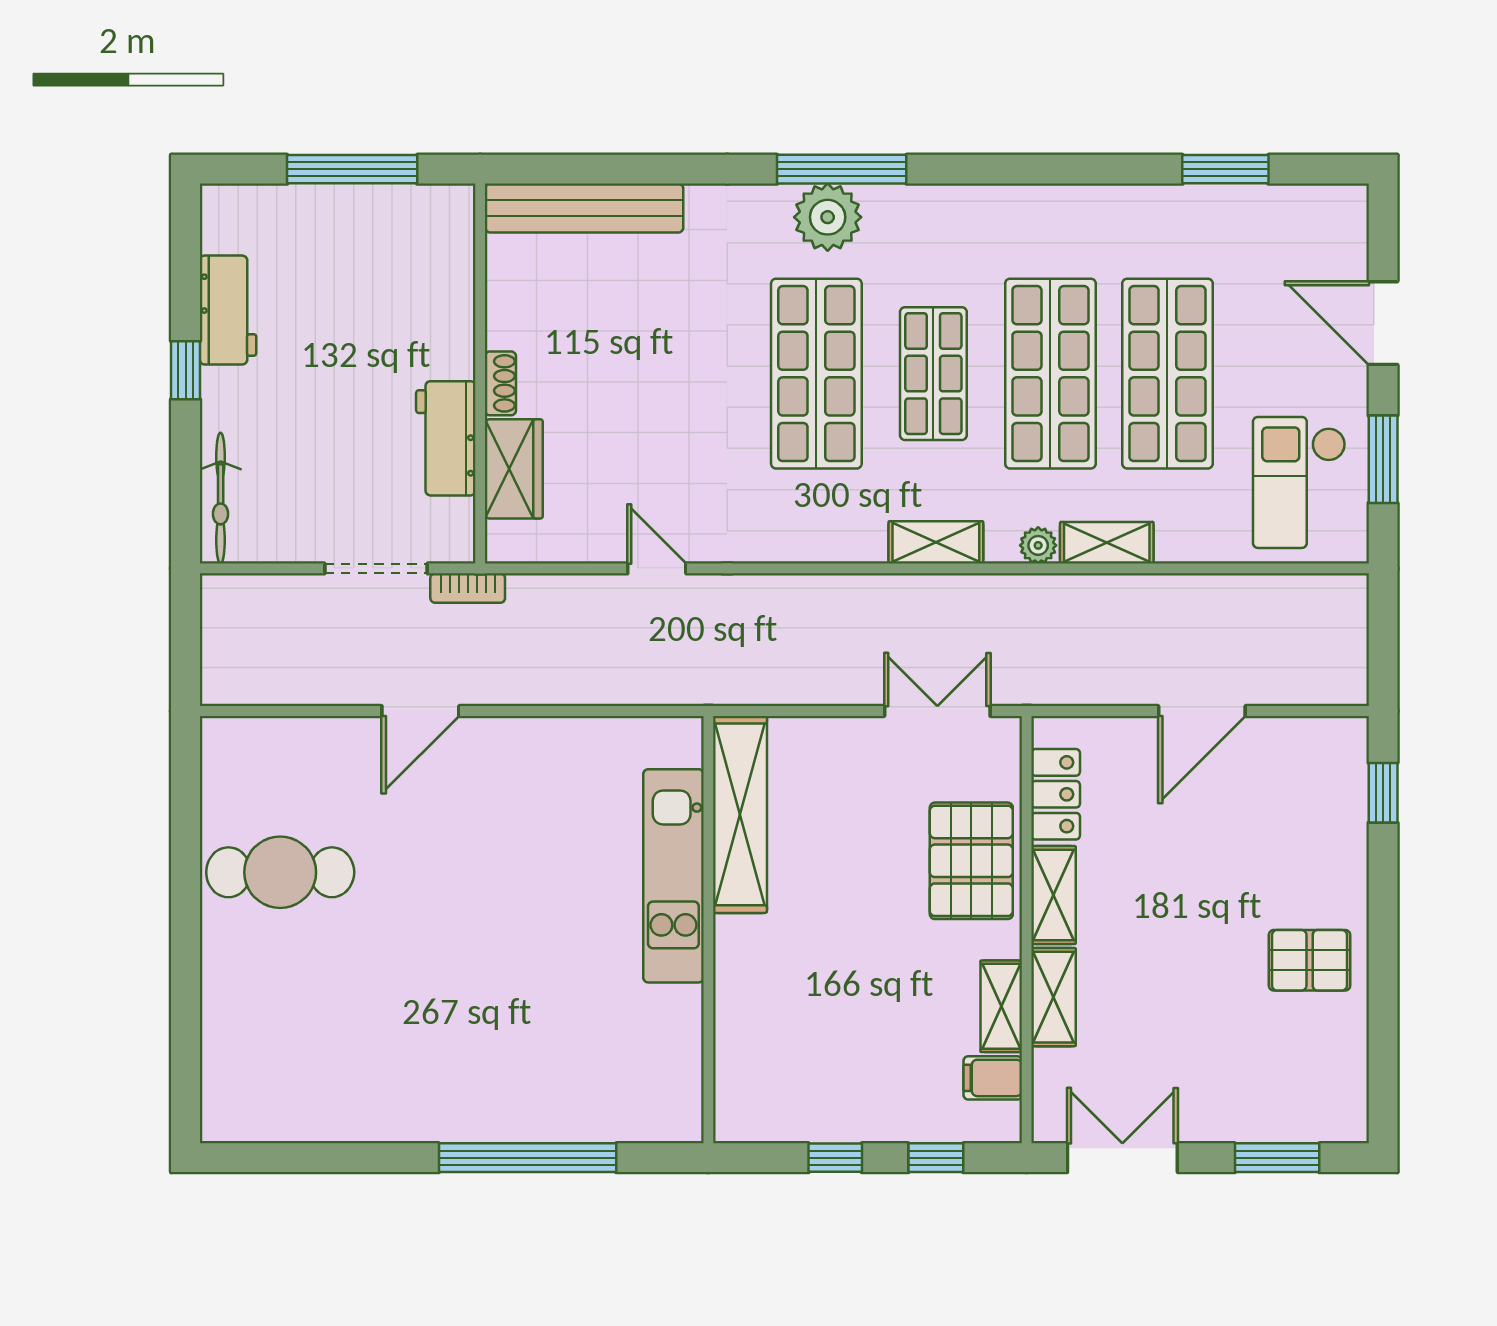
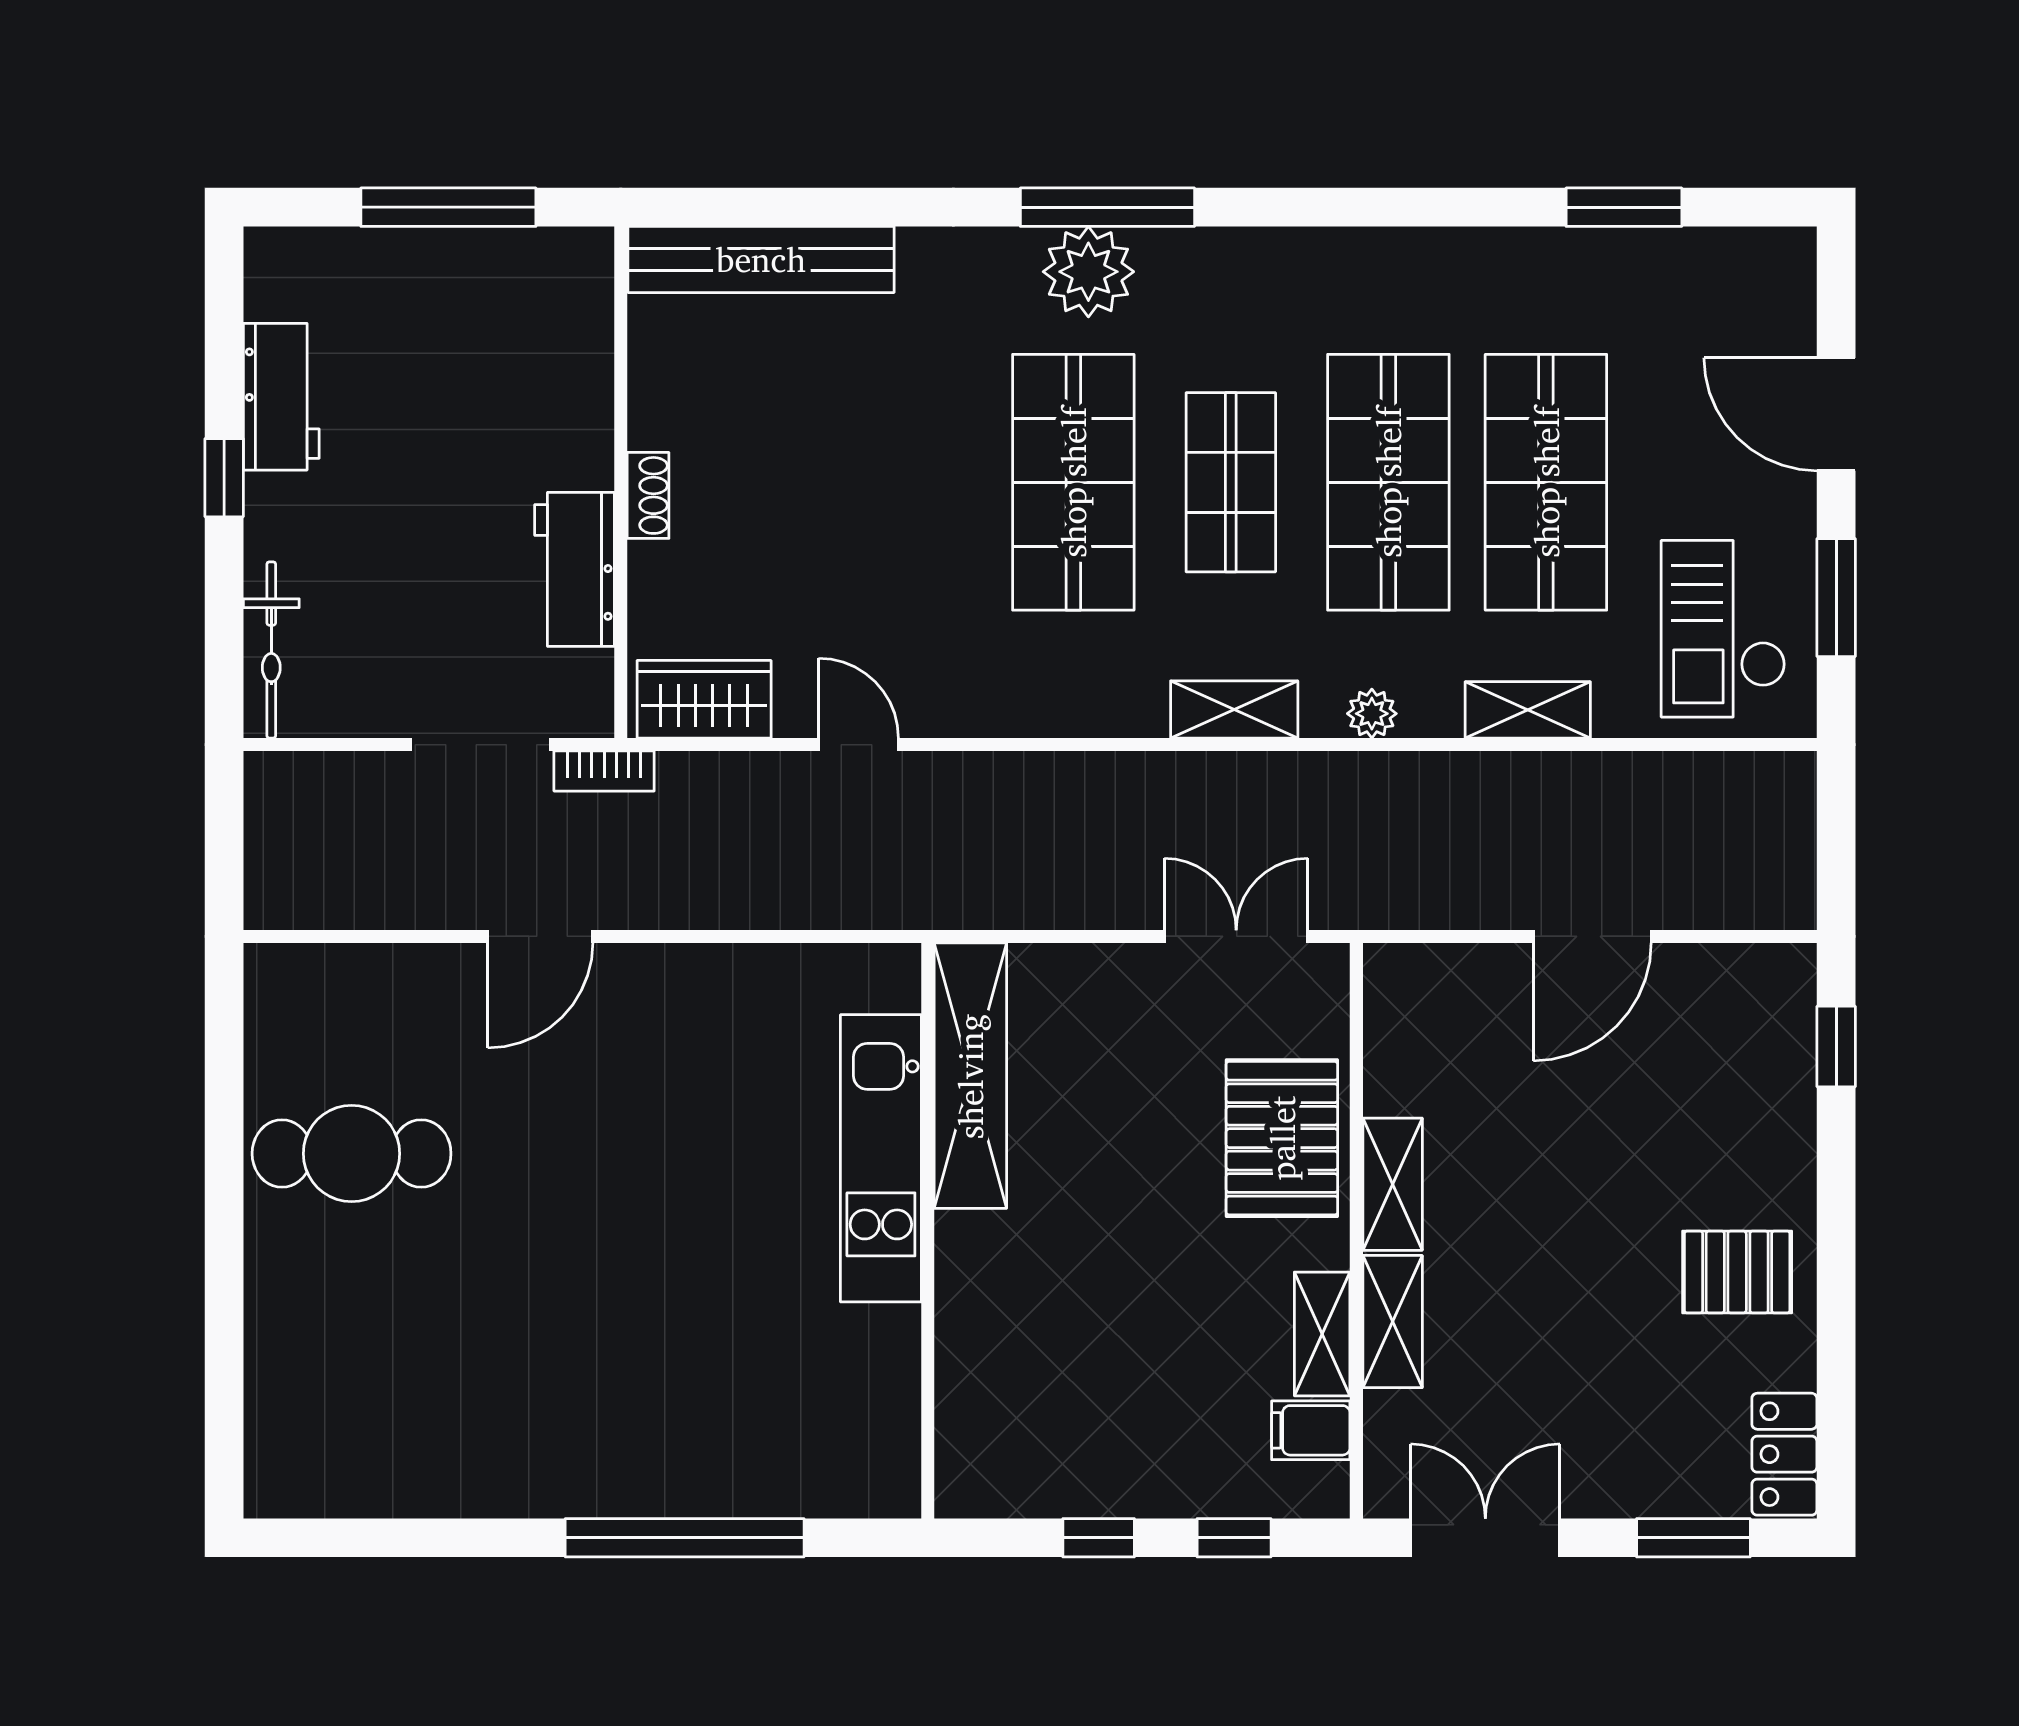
wardrobe: (514, 469) -> (704, 699), moved, turned -90
shelving: (1107, 543) -> (1528, 710), moved
locker: (1056, 794) -> (1784, 1454), moved, turned 180

